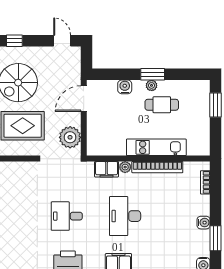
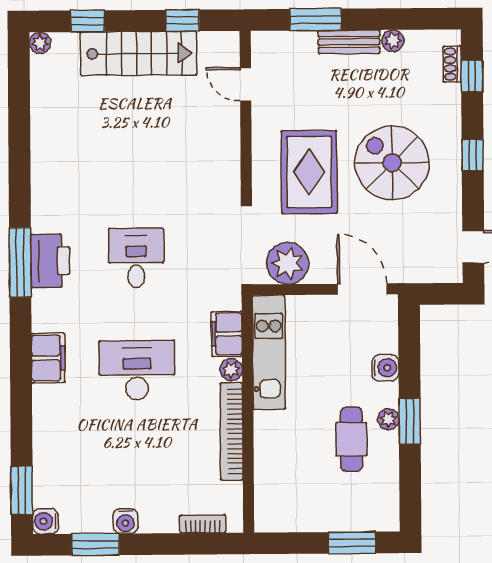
kitchen unit: (156, 147) -> (269, 352), moved

